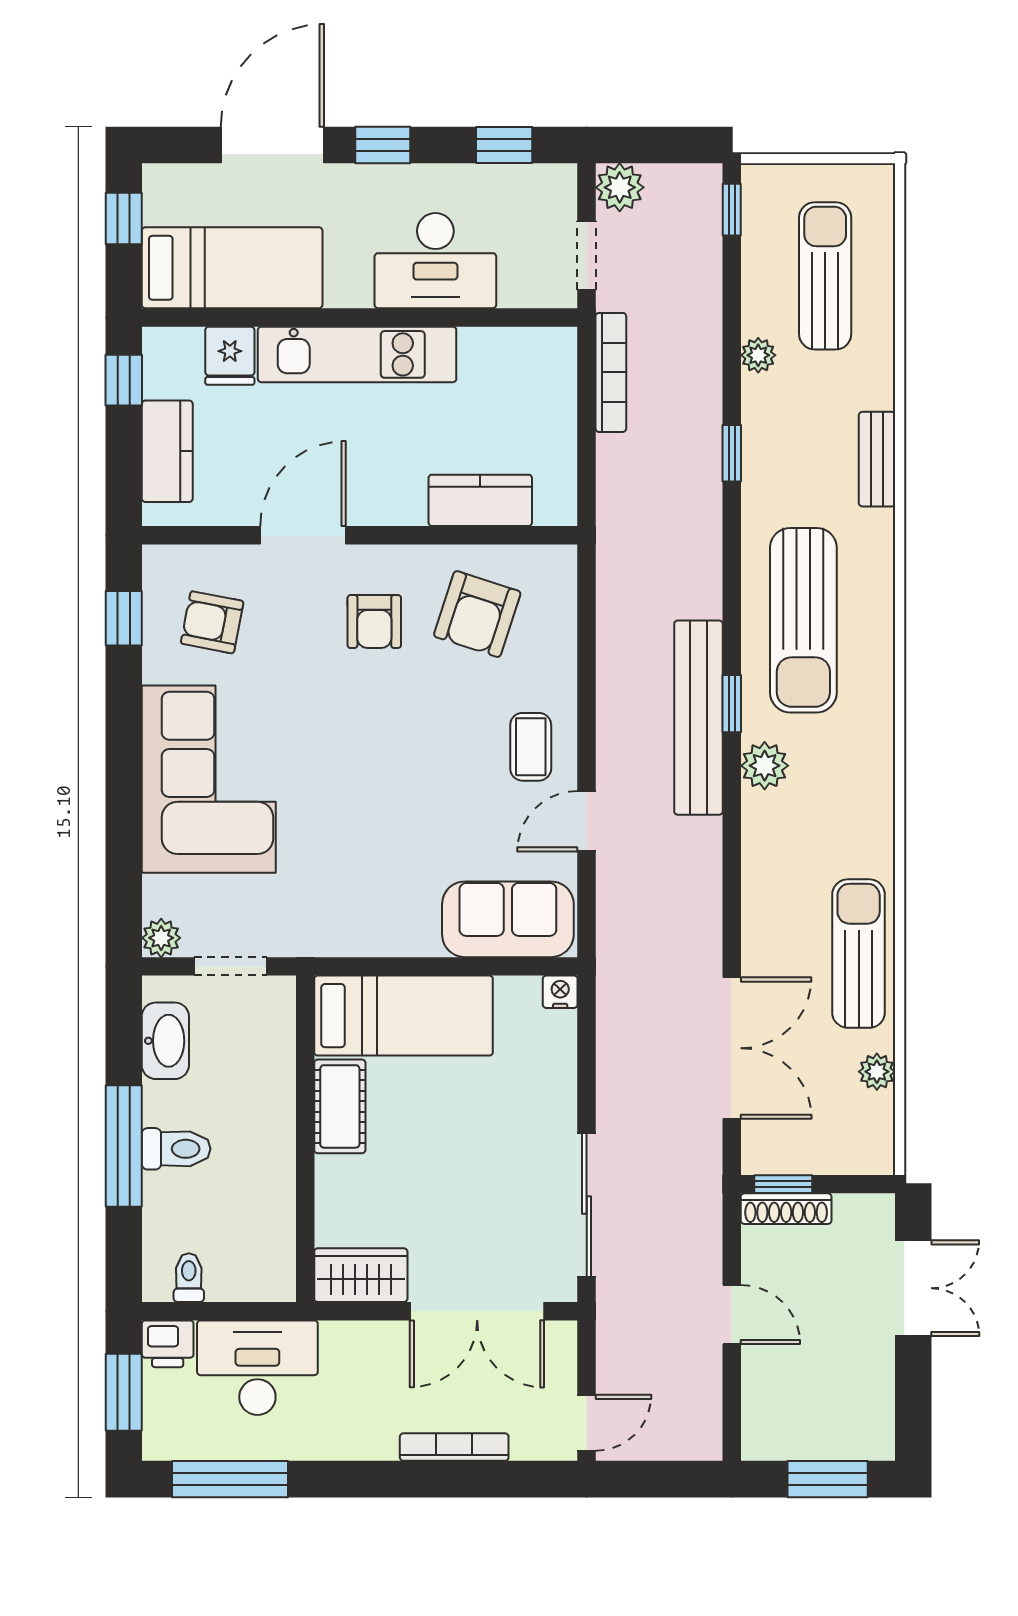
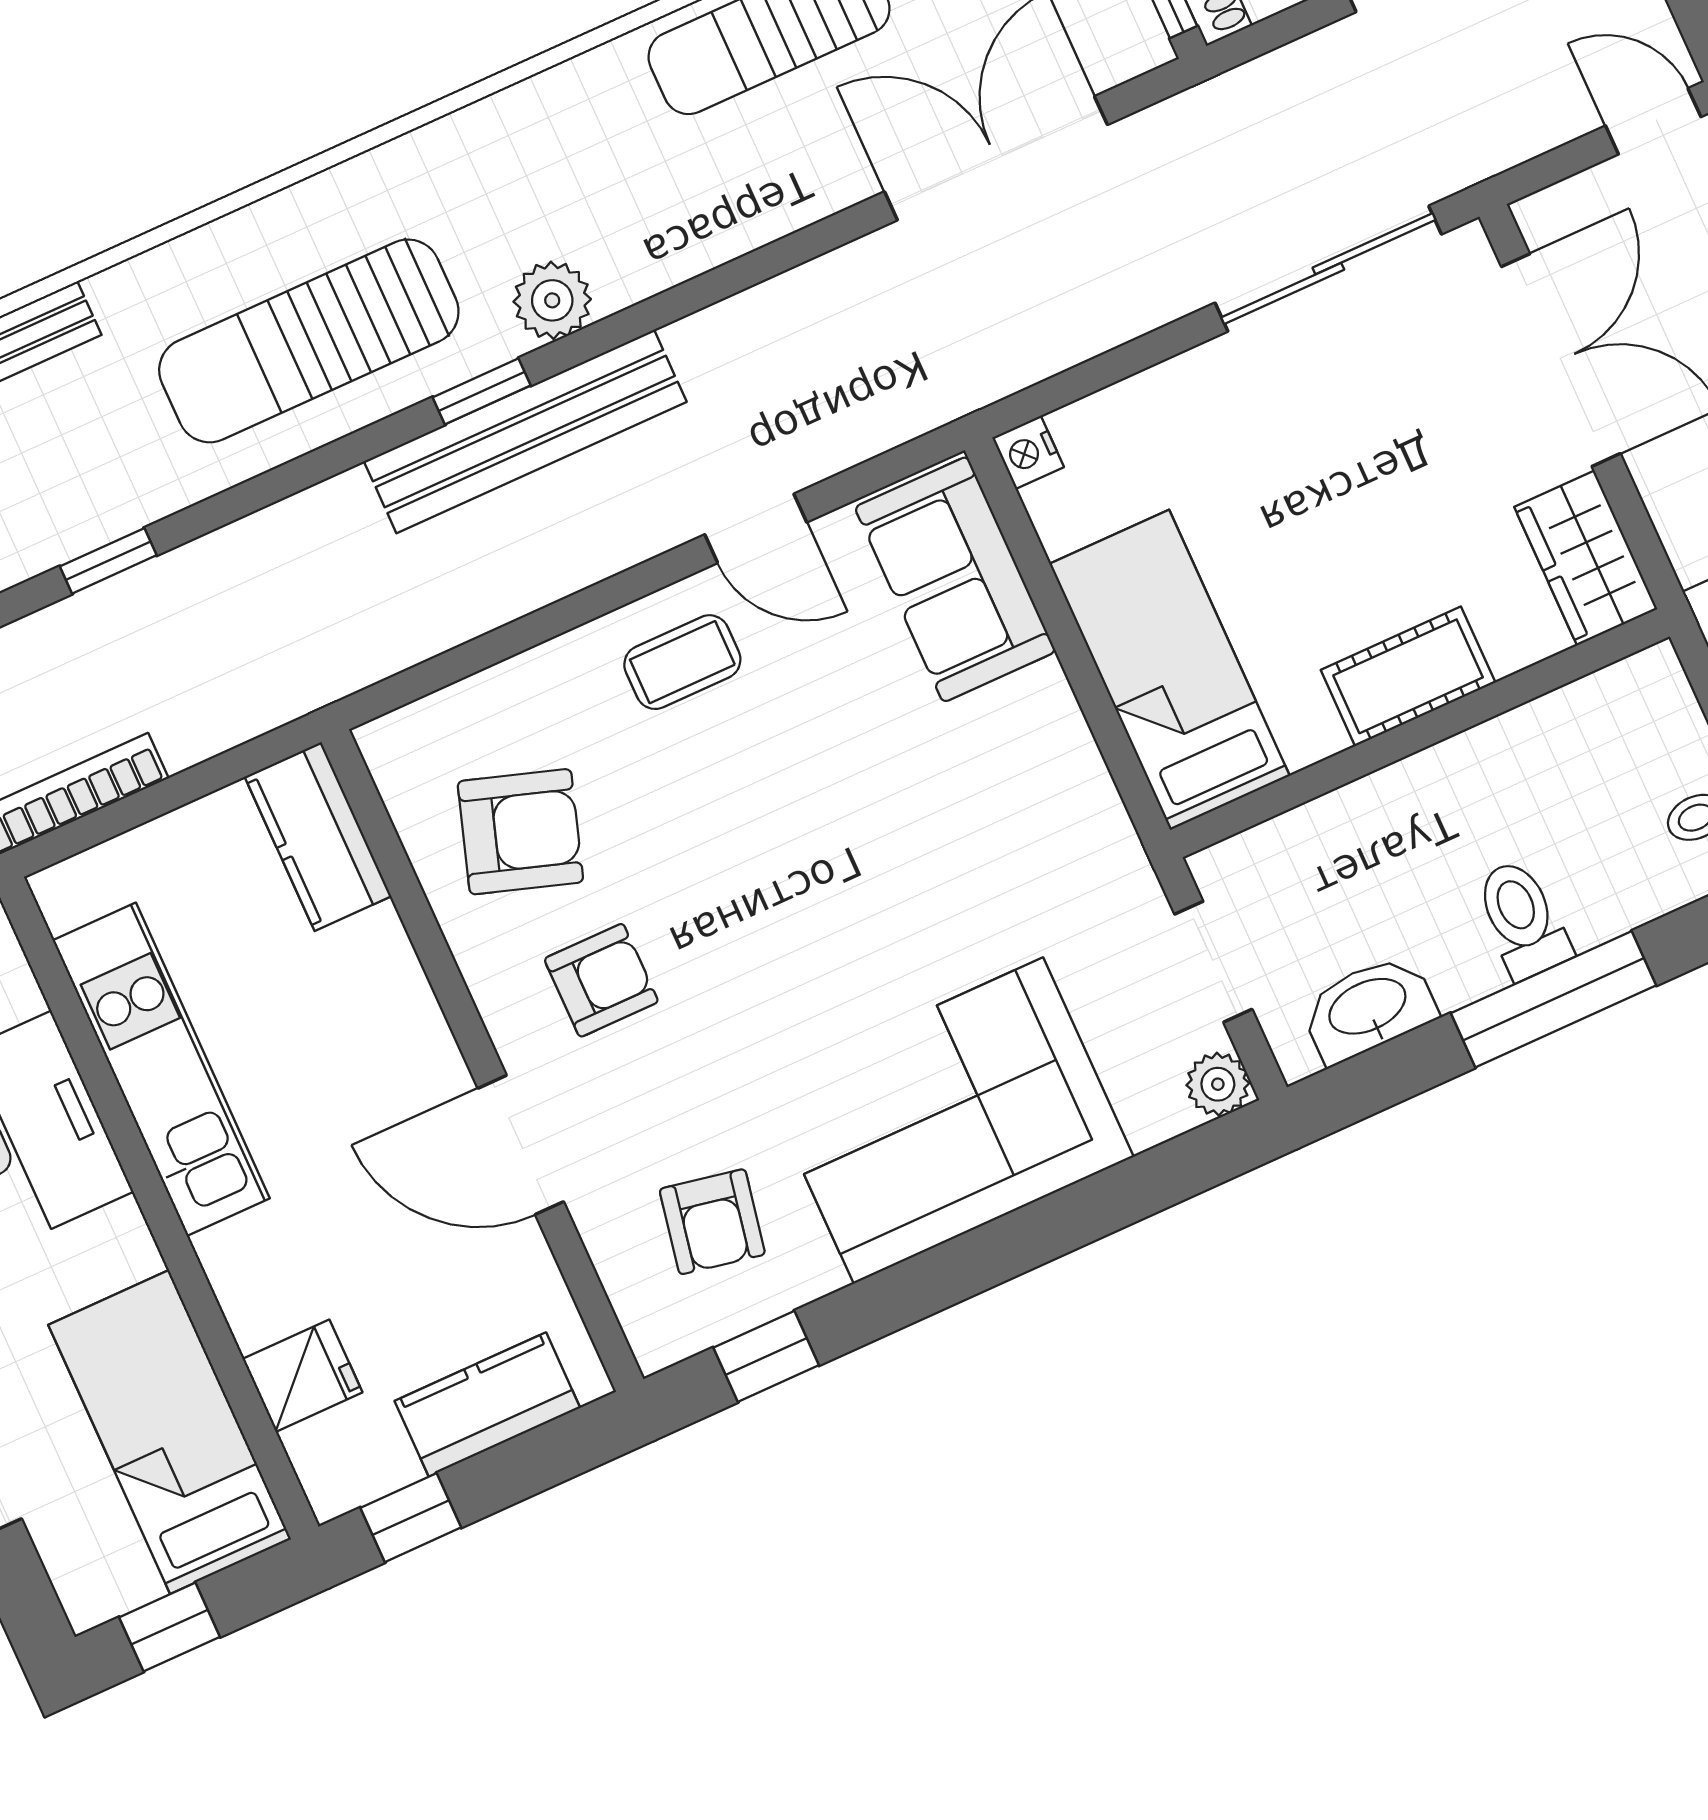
kitchen unit: (357, 354) -> (161, 1069), moved
kitchen counter: (480, 500) -> (318, 837), moved
sun lounger: (803, 620) -> (309, 341), turned 180
cot: (340, 1106) -> (1408, 676), moved

